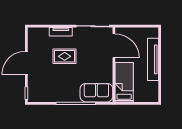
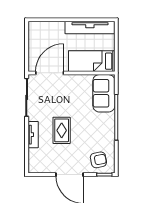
tv unit: (153, 59) -> (90, 28), moved
armchair: (39, 88) -> (98, 160), added

